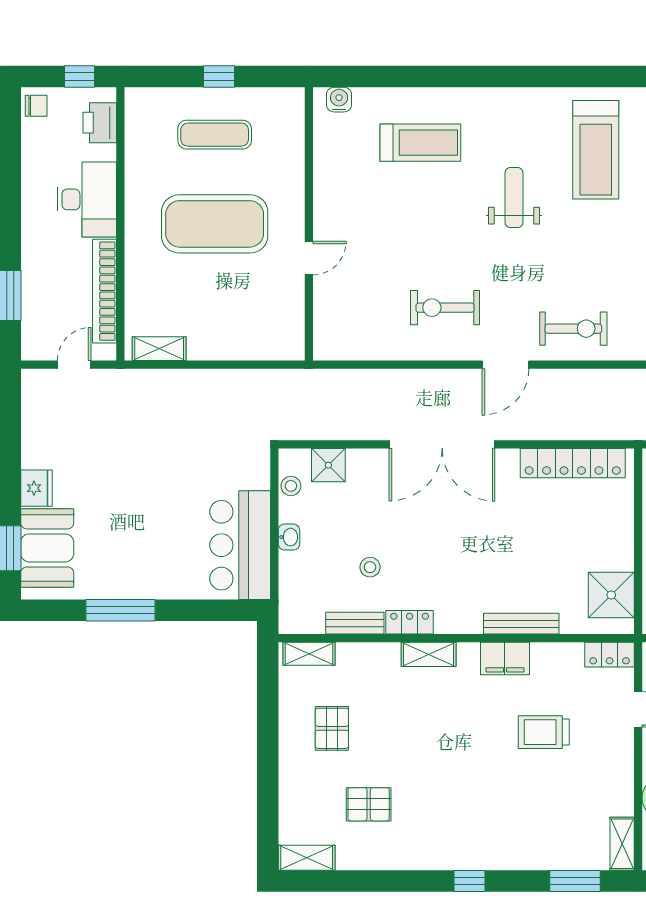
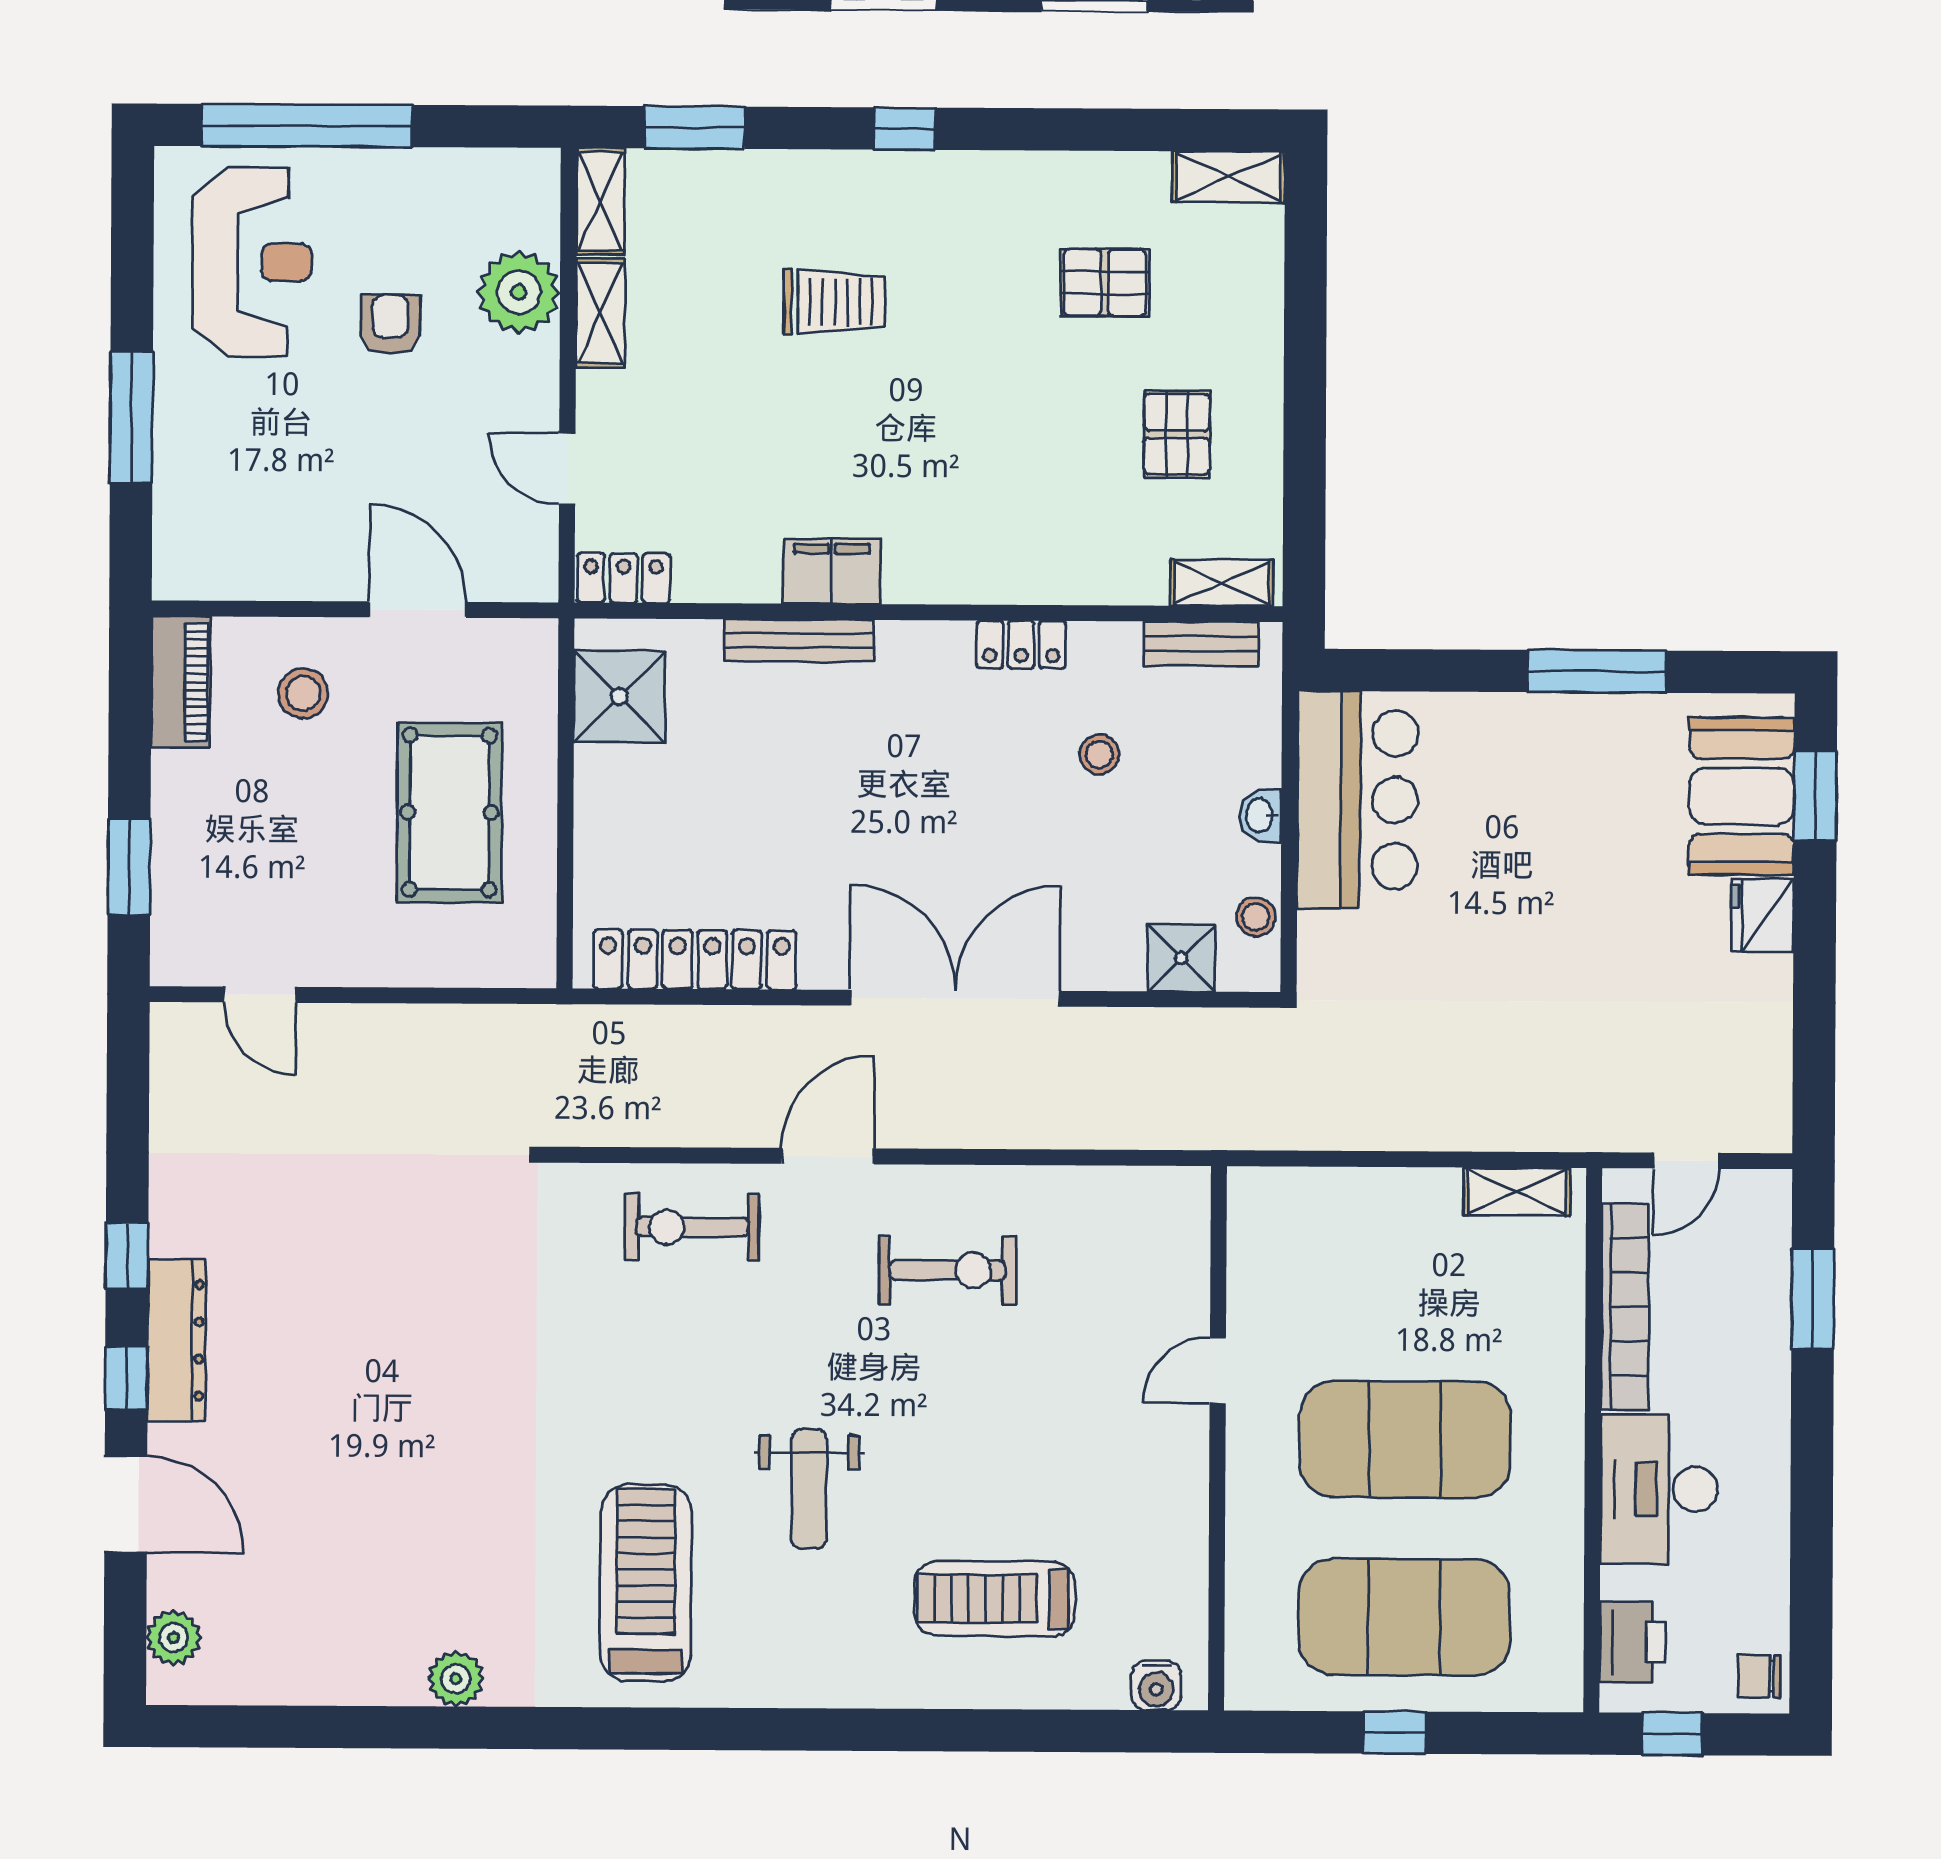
exercise mat: (215, 135) -> (1404, 1617), width x2.00, depth x1.45
bench: (355, 623) -> (1201, 644), moved
shelving: (429, 654) -> (600, 313), moved, turned 90
trolley: (544, 732) -> (834, 302), moved

